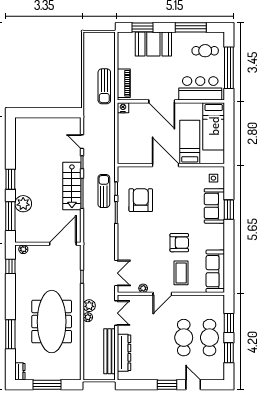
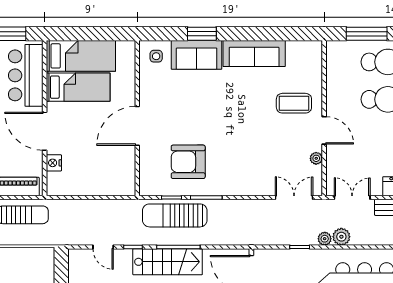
door: (162, 101) -> (45, 131), swing flipped
nightstand: (123, 108) -> (54, 163), moved
door: (82, 142) -> (103, 247), hinge flipped
bed: (190, 142) -> (78, 87), moved, turned 180
sun lounger: (104, 191) -> (175, 215), width x1.36, depth x1.34
armchair: (179, 243) -> (250, 106), removed
sofa: (215, 271) -> (254, 54), moved
plant: (88, 317) -> (325, 239), moved
window: (229, 323) -> (367, 34), width x1.44

